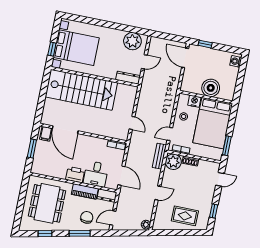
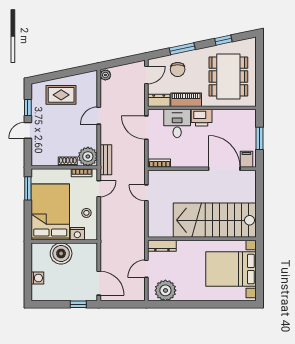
window: (52, 49) -> (259, 262), removed
washing machine: (236, 61) -> (37, 278), moved
door: (220, 179) -> (28, 130), moved

